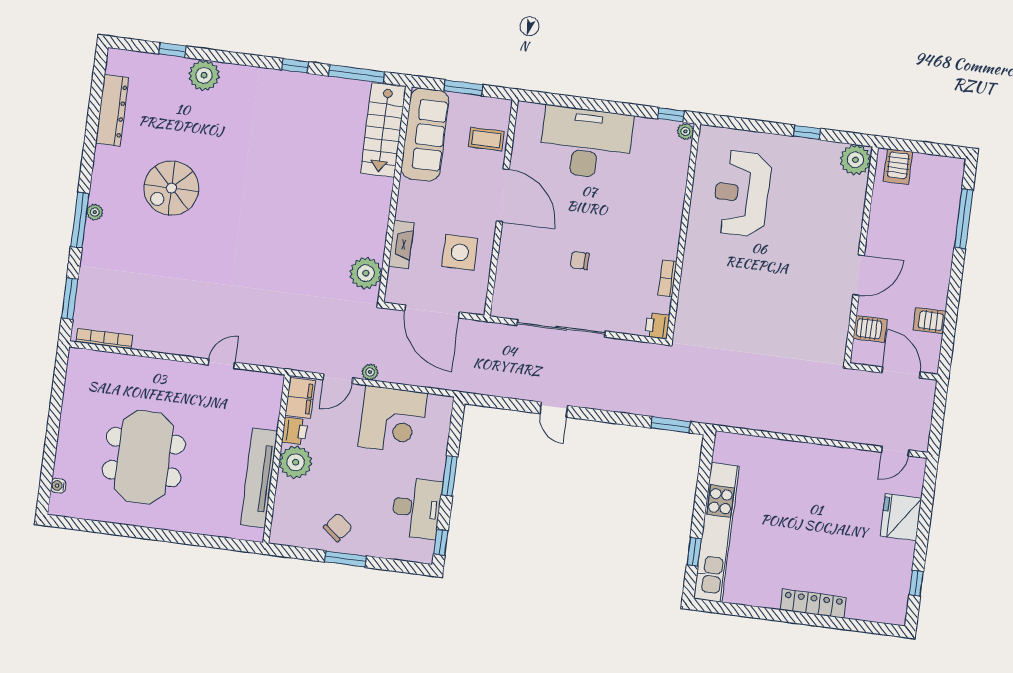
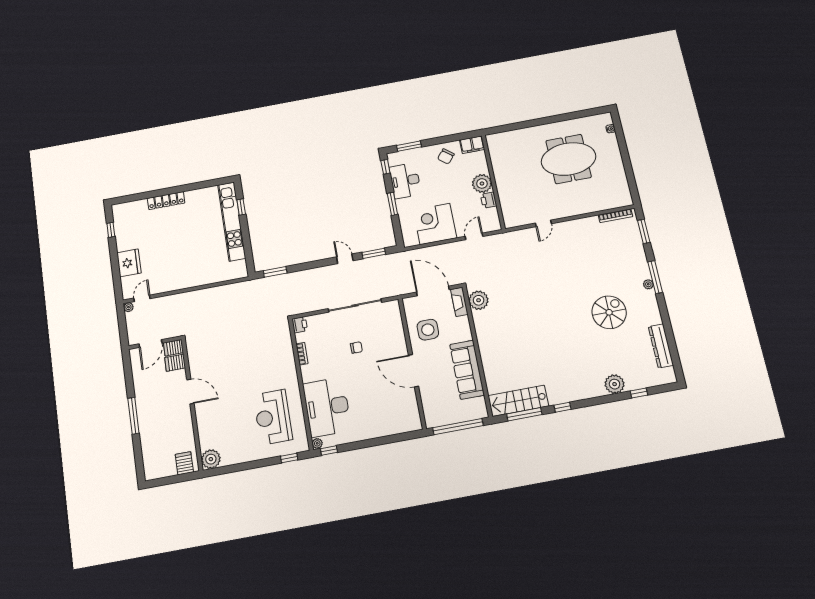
window: (463, 88) -> (458, 427), width x2.11
stairs: (383, 130) -> (518, 401), moved, turned -90
window: (807, 132) -> (289, 458), moved
sofa: (425, 135) -> (467, 370), moved
coffee table: (486, 139) -> (434, 401), removed
desk: (586, 143) -> (327, 407), moved, turned 90
reception desk: (742, 194) -> (273, 417), turned 180
window: (964, 219) -> (133, 416), moved
fireplace: (401, 244) -> (459, 302), moved
door: (859, 275) -> (190, 392), swing flipped
server rack: (930, 321) -> (173, 348), moved, turned 180
plant: (370, 372) -> (128, 307), moved
door: (901, 372) -> (150, 344), hinge flipped
filing cabinet: (300, 398) -> (472, 145), moved, turned -90
window: (505, 403) -> (374, 253), added
meeting table: (144, 457) -> (569, 159), turned 90
tv unit: (259, 478) -> (500, 169), removed
window: (345, 559) -> (409, 146), moved

